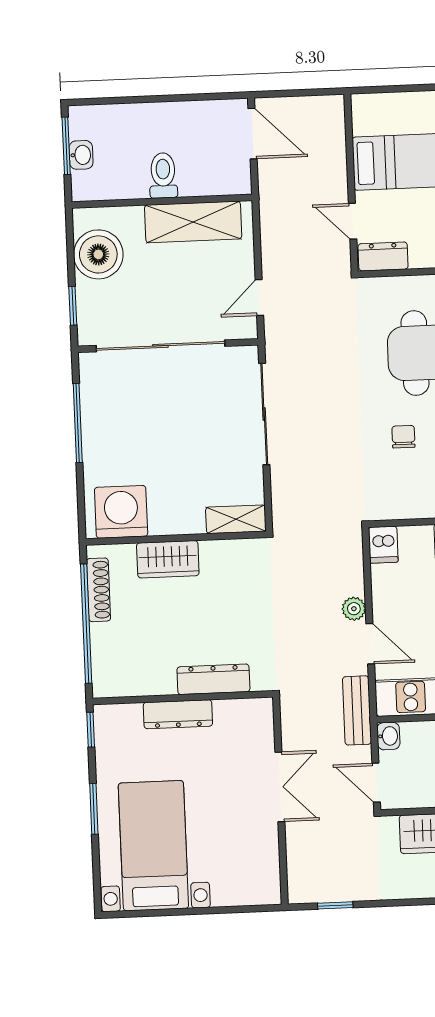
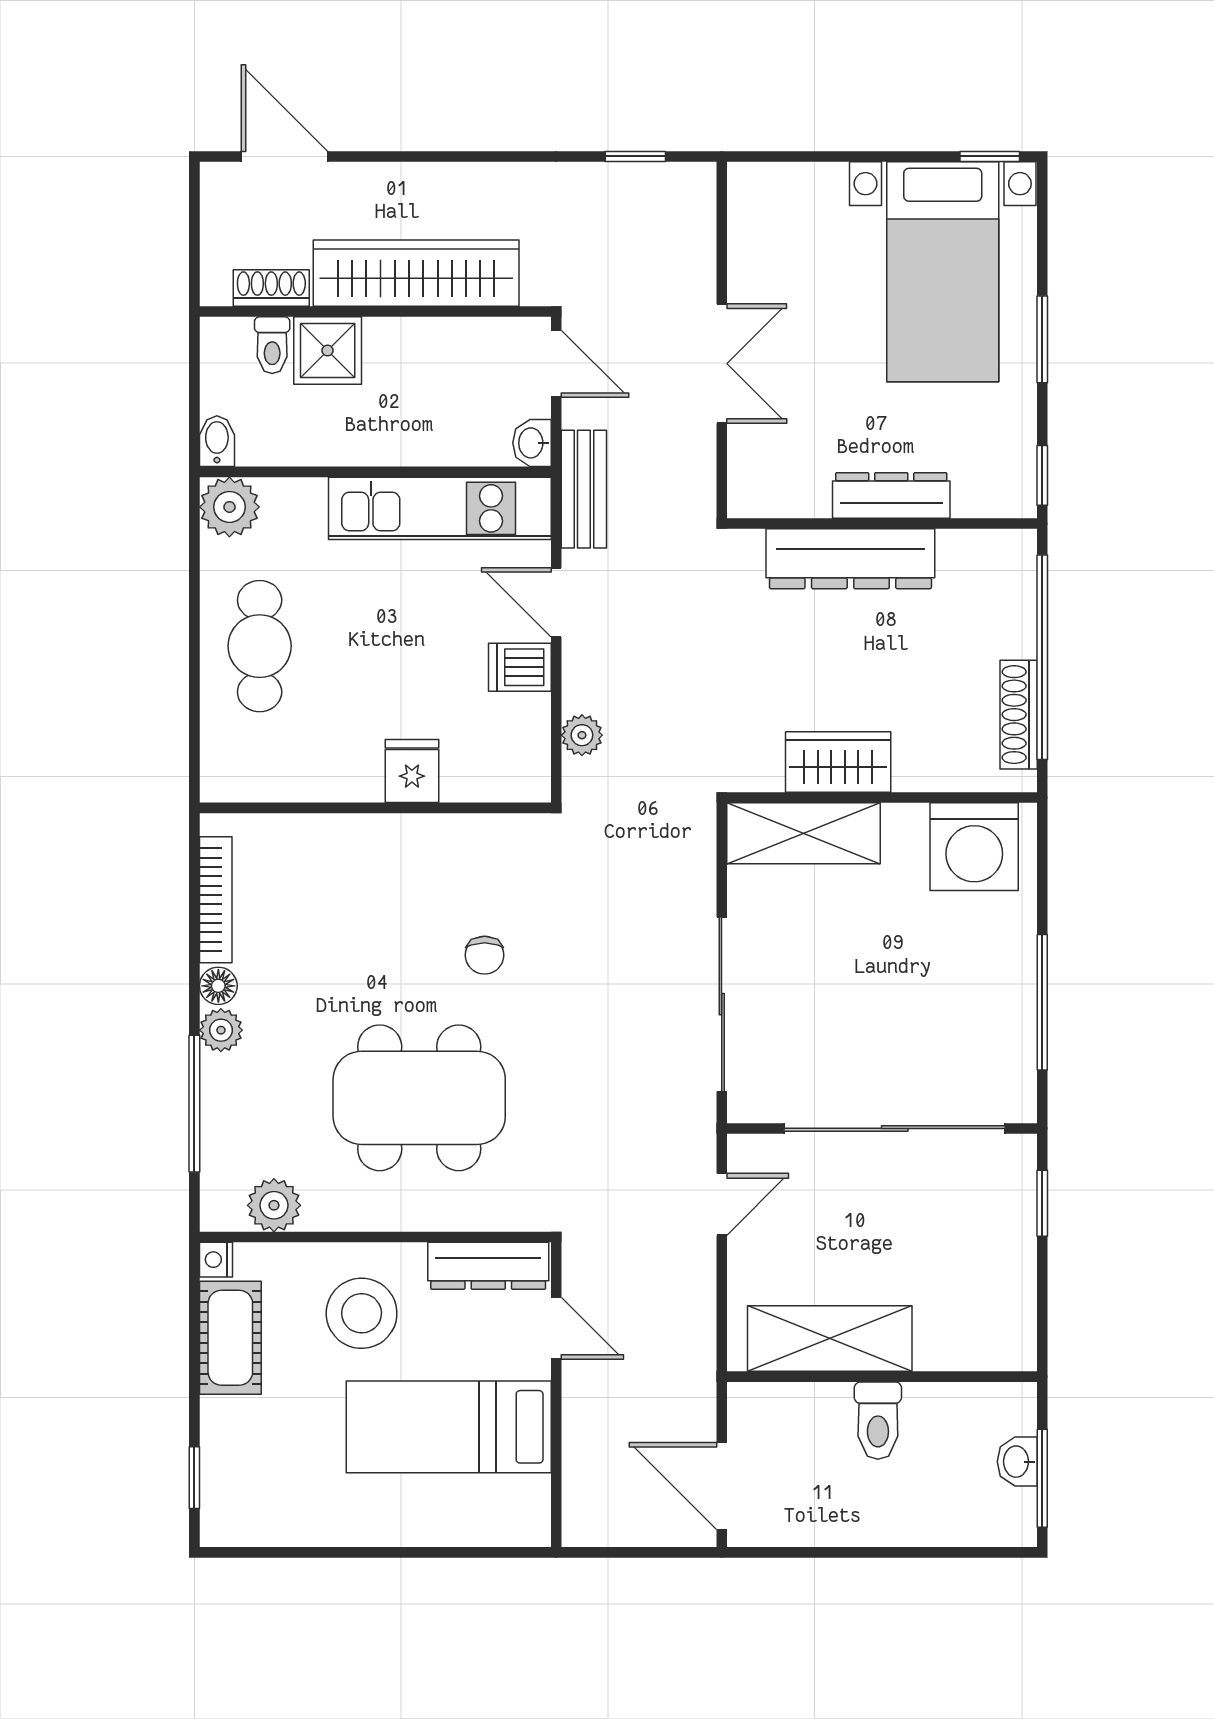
boiler: (98, 254) -> (995, 1290), removed
dresser: (383, 256) -> (488, 1266), width x1.44
shelving: (236, 519) -> (803, 833), width x1.50, depth x1.33
dishwasher: (383, 545) -> (520, 667), moved, turned -90
wardrobe: (168, 559) -> (838, 762), moved
plant: (354, 609) -> (582, 735), moved
dresser: (213, 679) -> (850, 559), width x1.37, depth x1.24
double door: (280, 787) -> (722, 364), swing flipped
window: (129, 914) -> (990, 156), added

